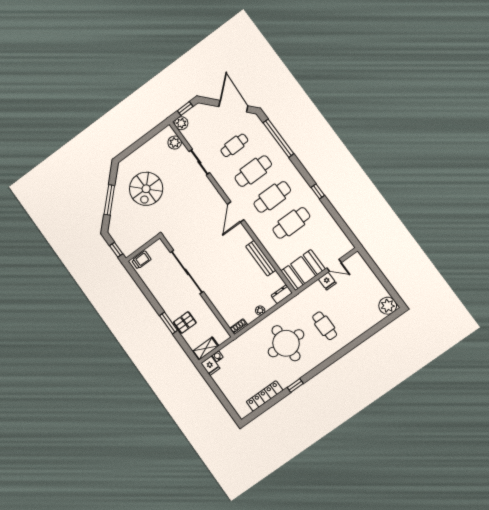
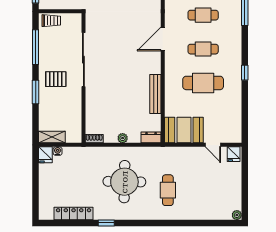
cafe table: (253, 171) -> (203, 15), width x0.73, depth x0.74
cafe table: (272, 197) -> (203, 49), width x0.73, depth x0.74
fridge: (327, 281) -> (234, 154), moved
window: (144, 289) -> (36, 47), added
plant: (388, 306) -> (237, 215), width x0.53, depth x0.53
pallet: (185, 322) -> (56, 79), moved

